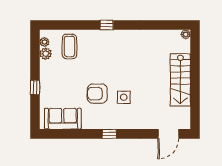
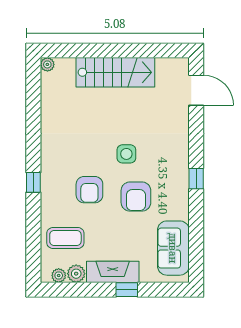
armchair: (102, 63) -> (89, 190), added
fireplace: (47, 78) -> (113, 272), added
side table: (124, 97) -> (126, 154), moved

